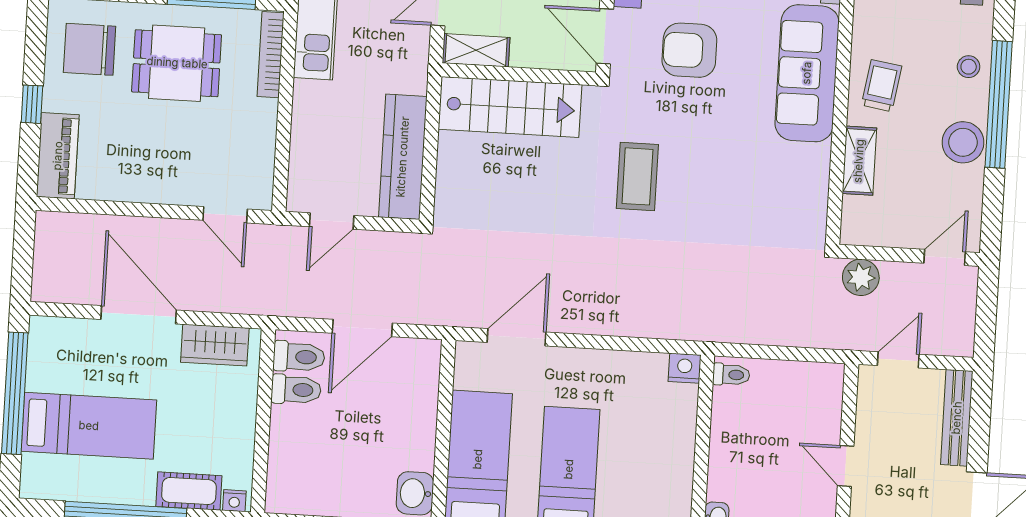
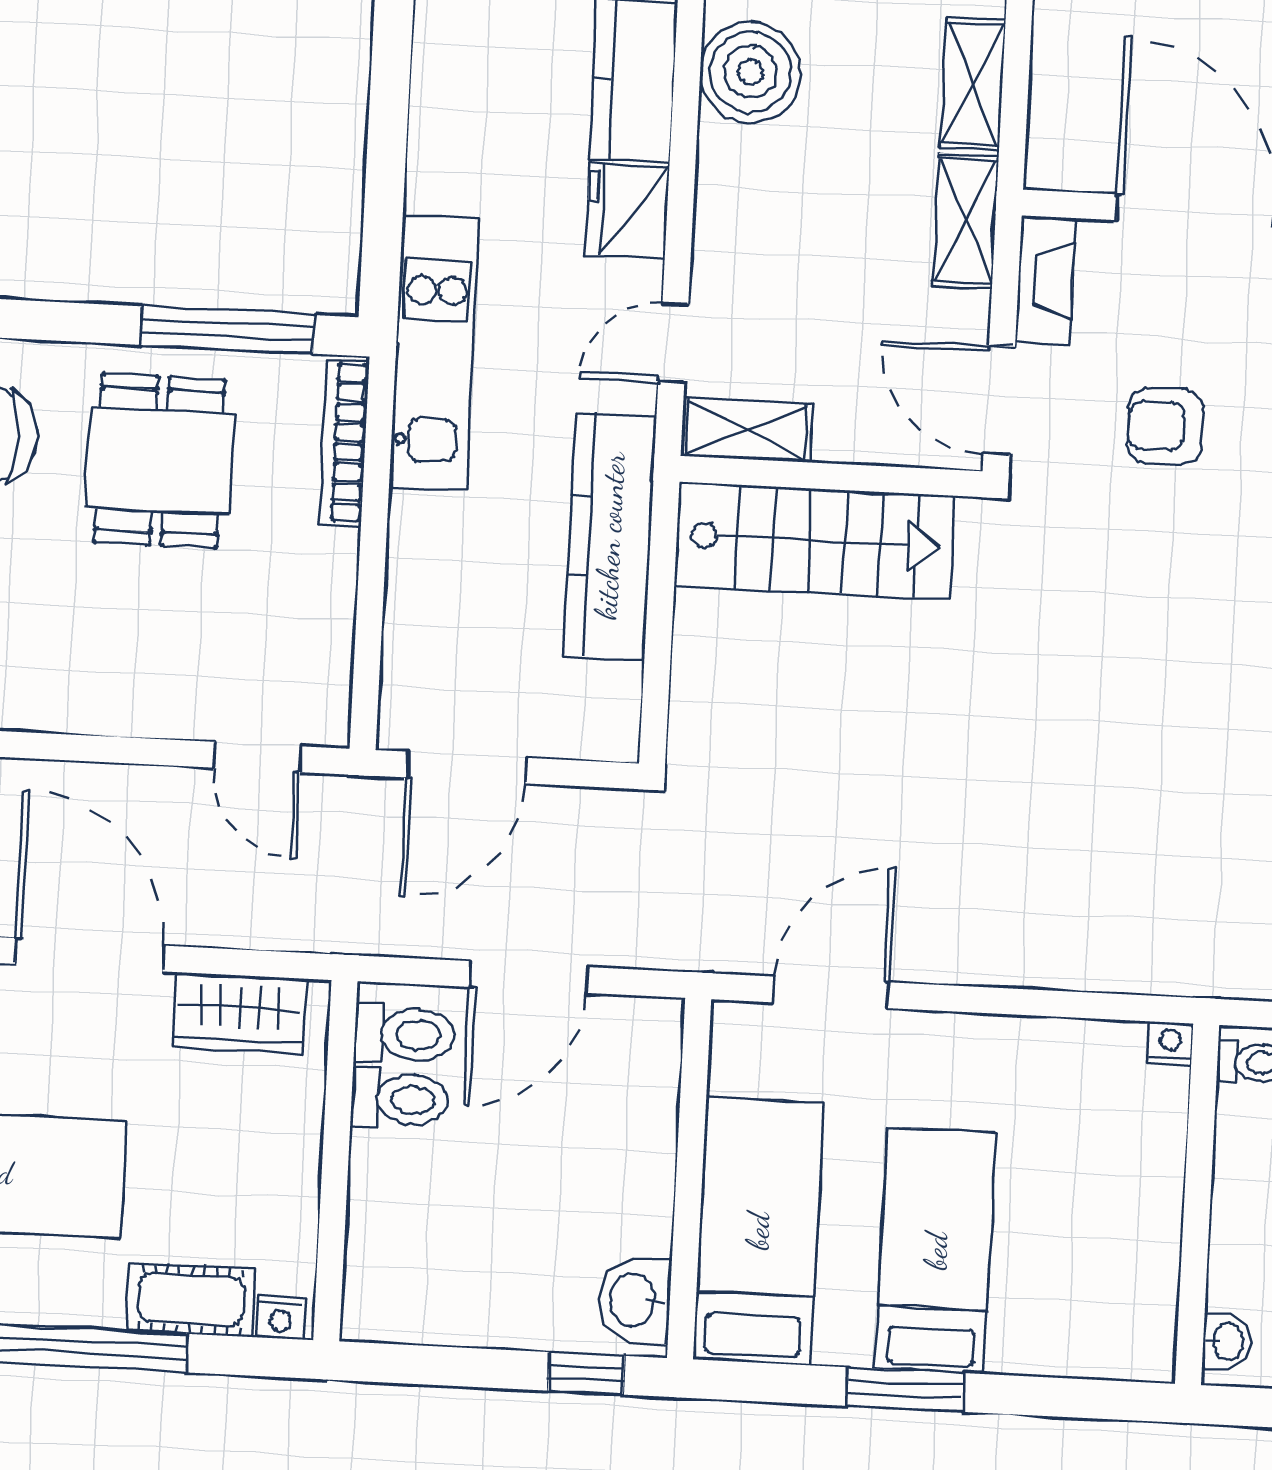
armchair: (689, 50) -> (1166, 426), width x0.72, depth x0.72
dining table: (177, 63) -> (160, 461), turned 90
kitchen counter: (403, 157) -> (610, 536), moved
coffee table: (637, 176) -> (1066, 675), removed
door: (332, 221) -> (466, 768), width x1.38
nightstand: (685, 368) -> (1170, 1043), width x0.72, depth x0.74

